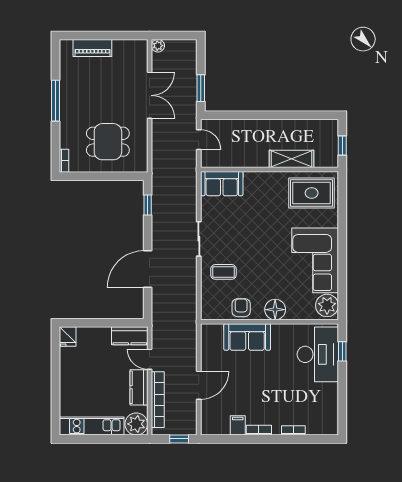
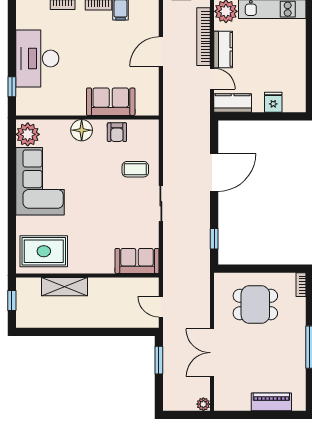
fridge: (68, 336) -> (273, 102), moved
desk: (318, 354) -> (37, 58), moved

